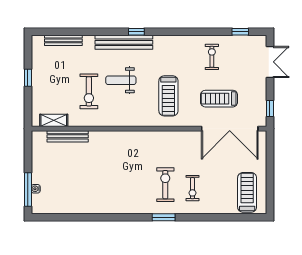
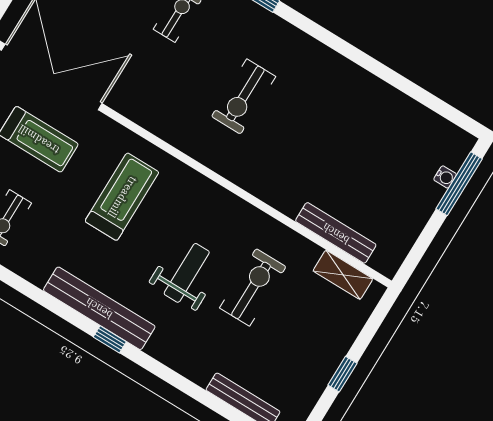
bench: (124, 42) -> (99, 308), moved
weight bench: (121, 80) -> (187, 273), turned -90
exercise bike: (165, 185) -> (244, 96), moved

